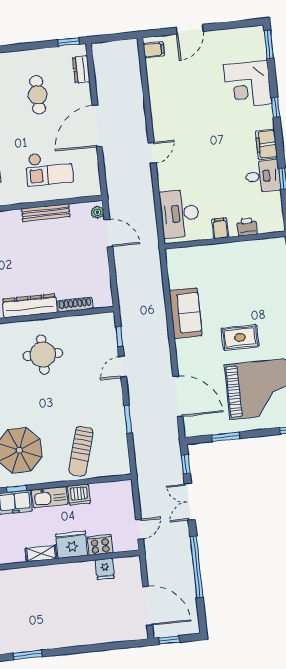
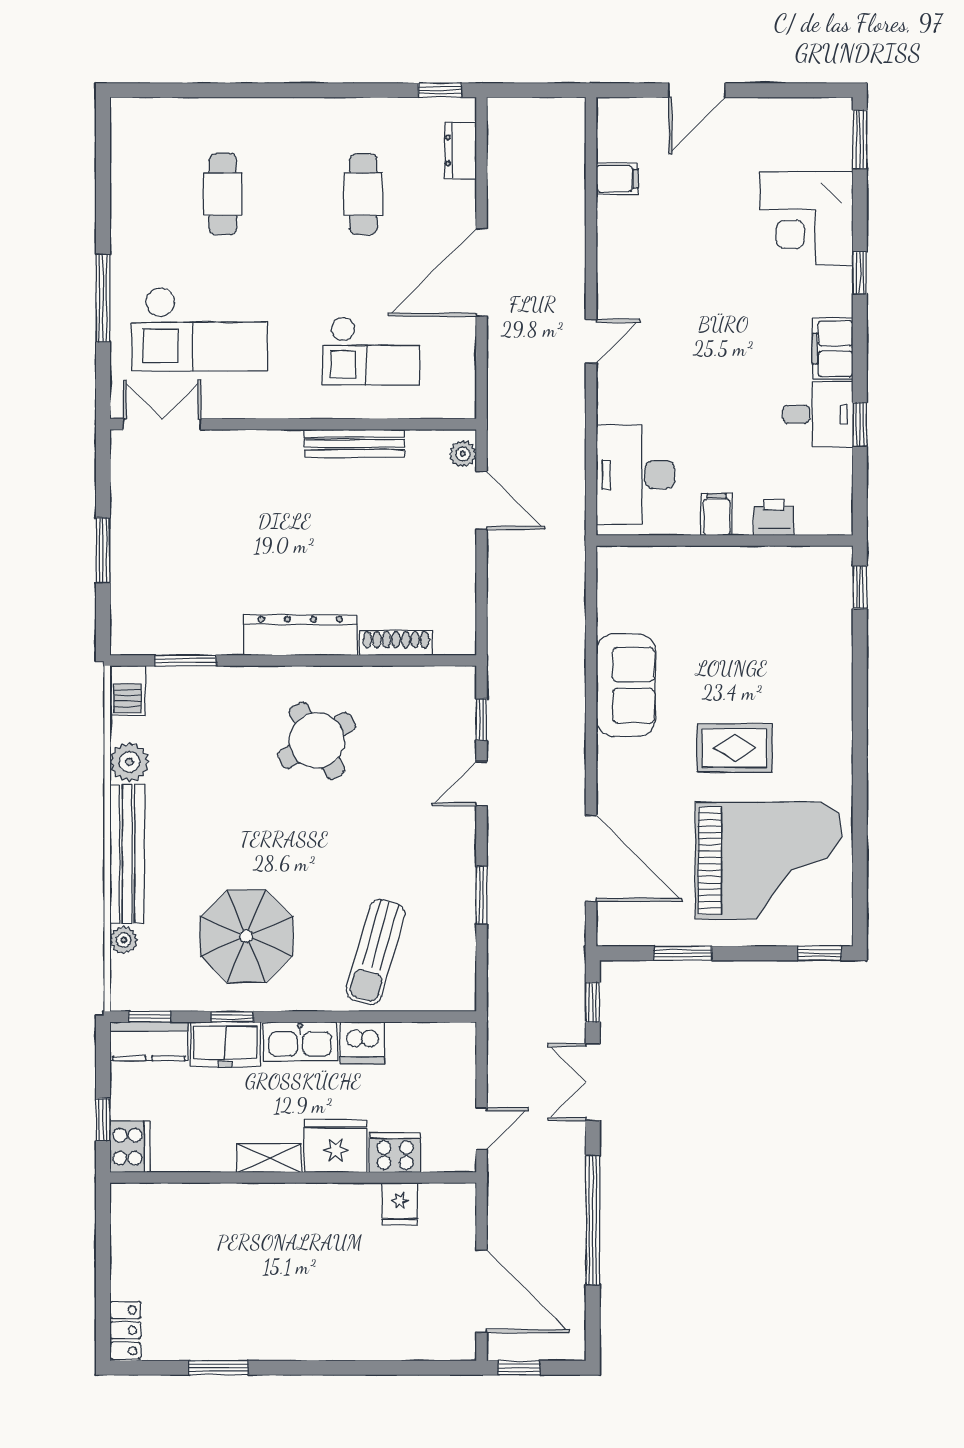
filing cabinet: (154, 50) -> (617, 179), moved
round table: (43, 355) -> (317, 741), turned -31

